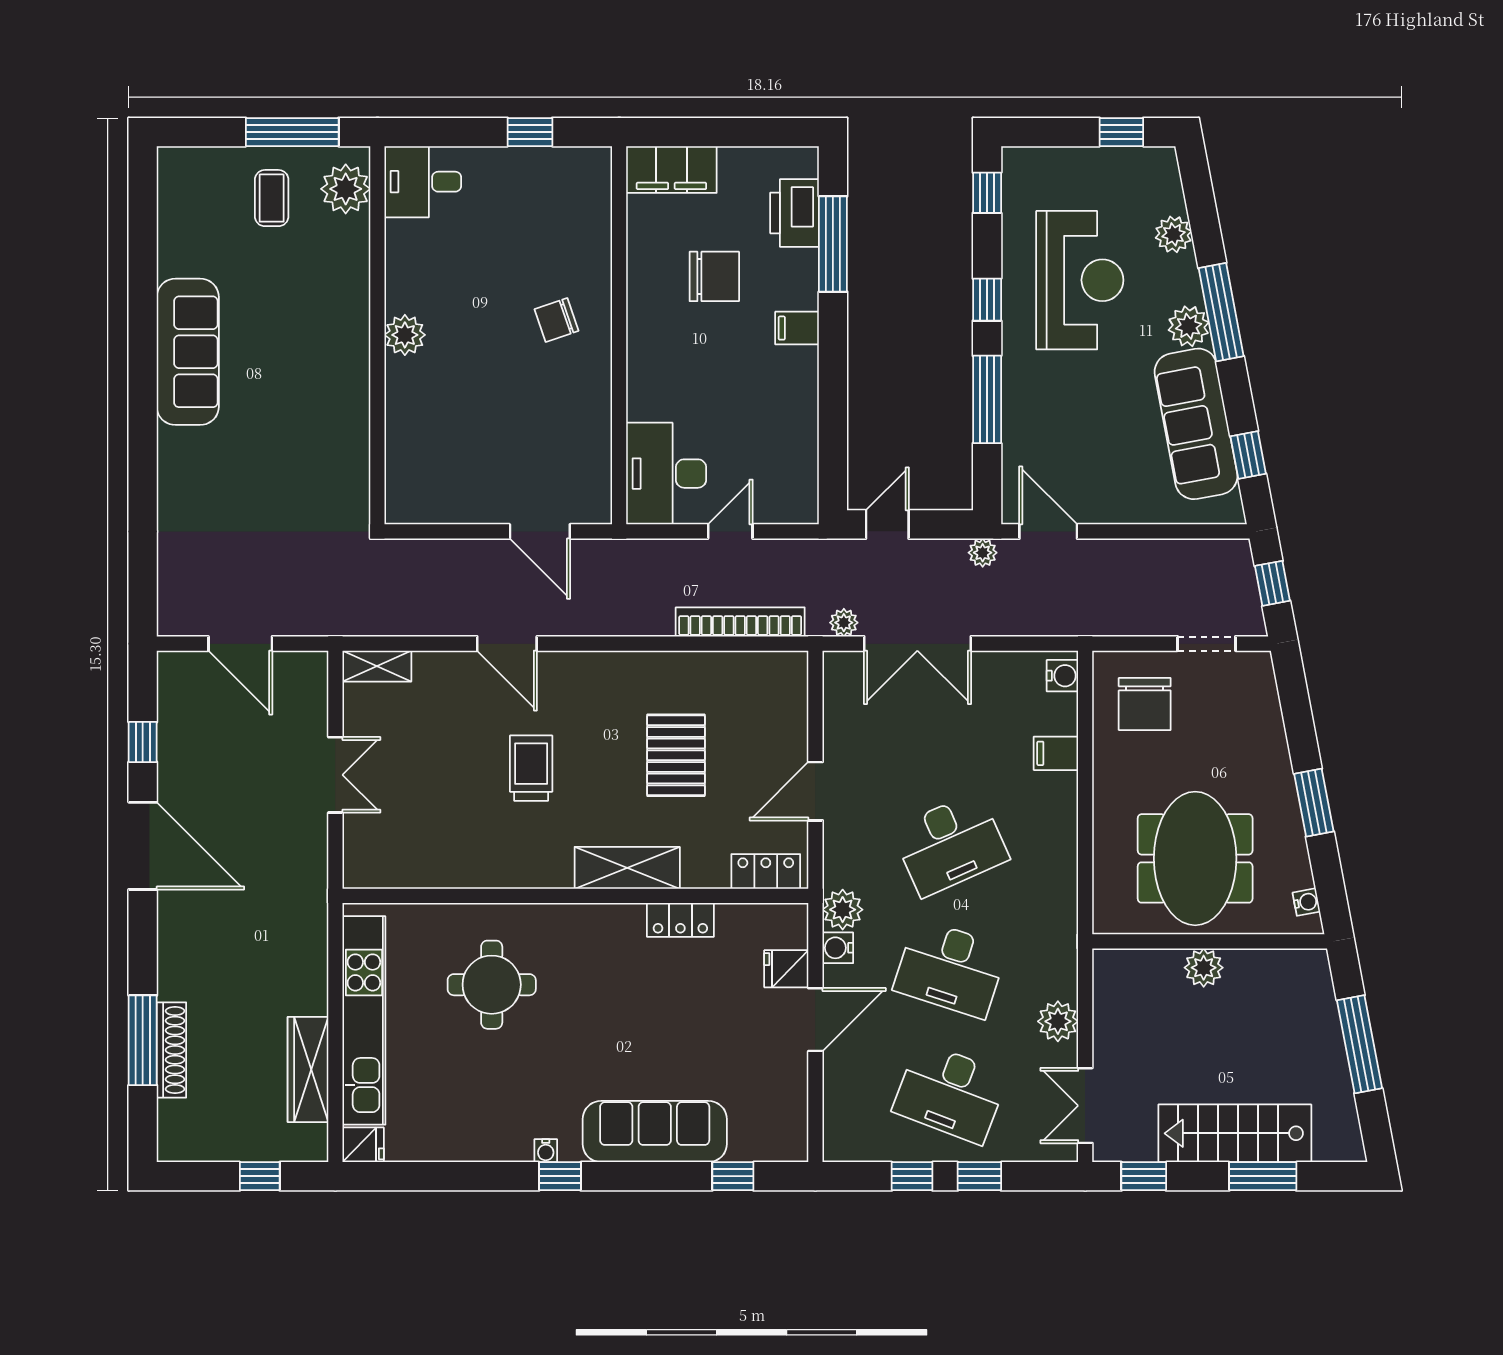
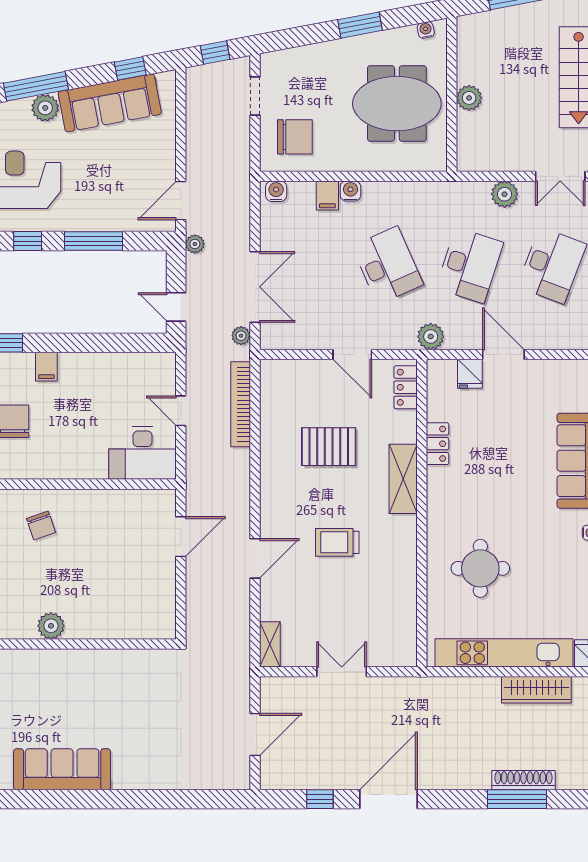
water cooler: (838, 948) -> (350, 191), moved, turned 180

